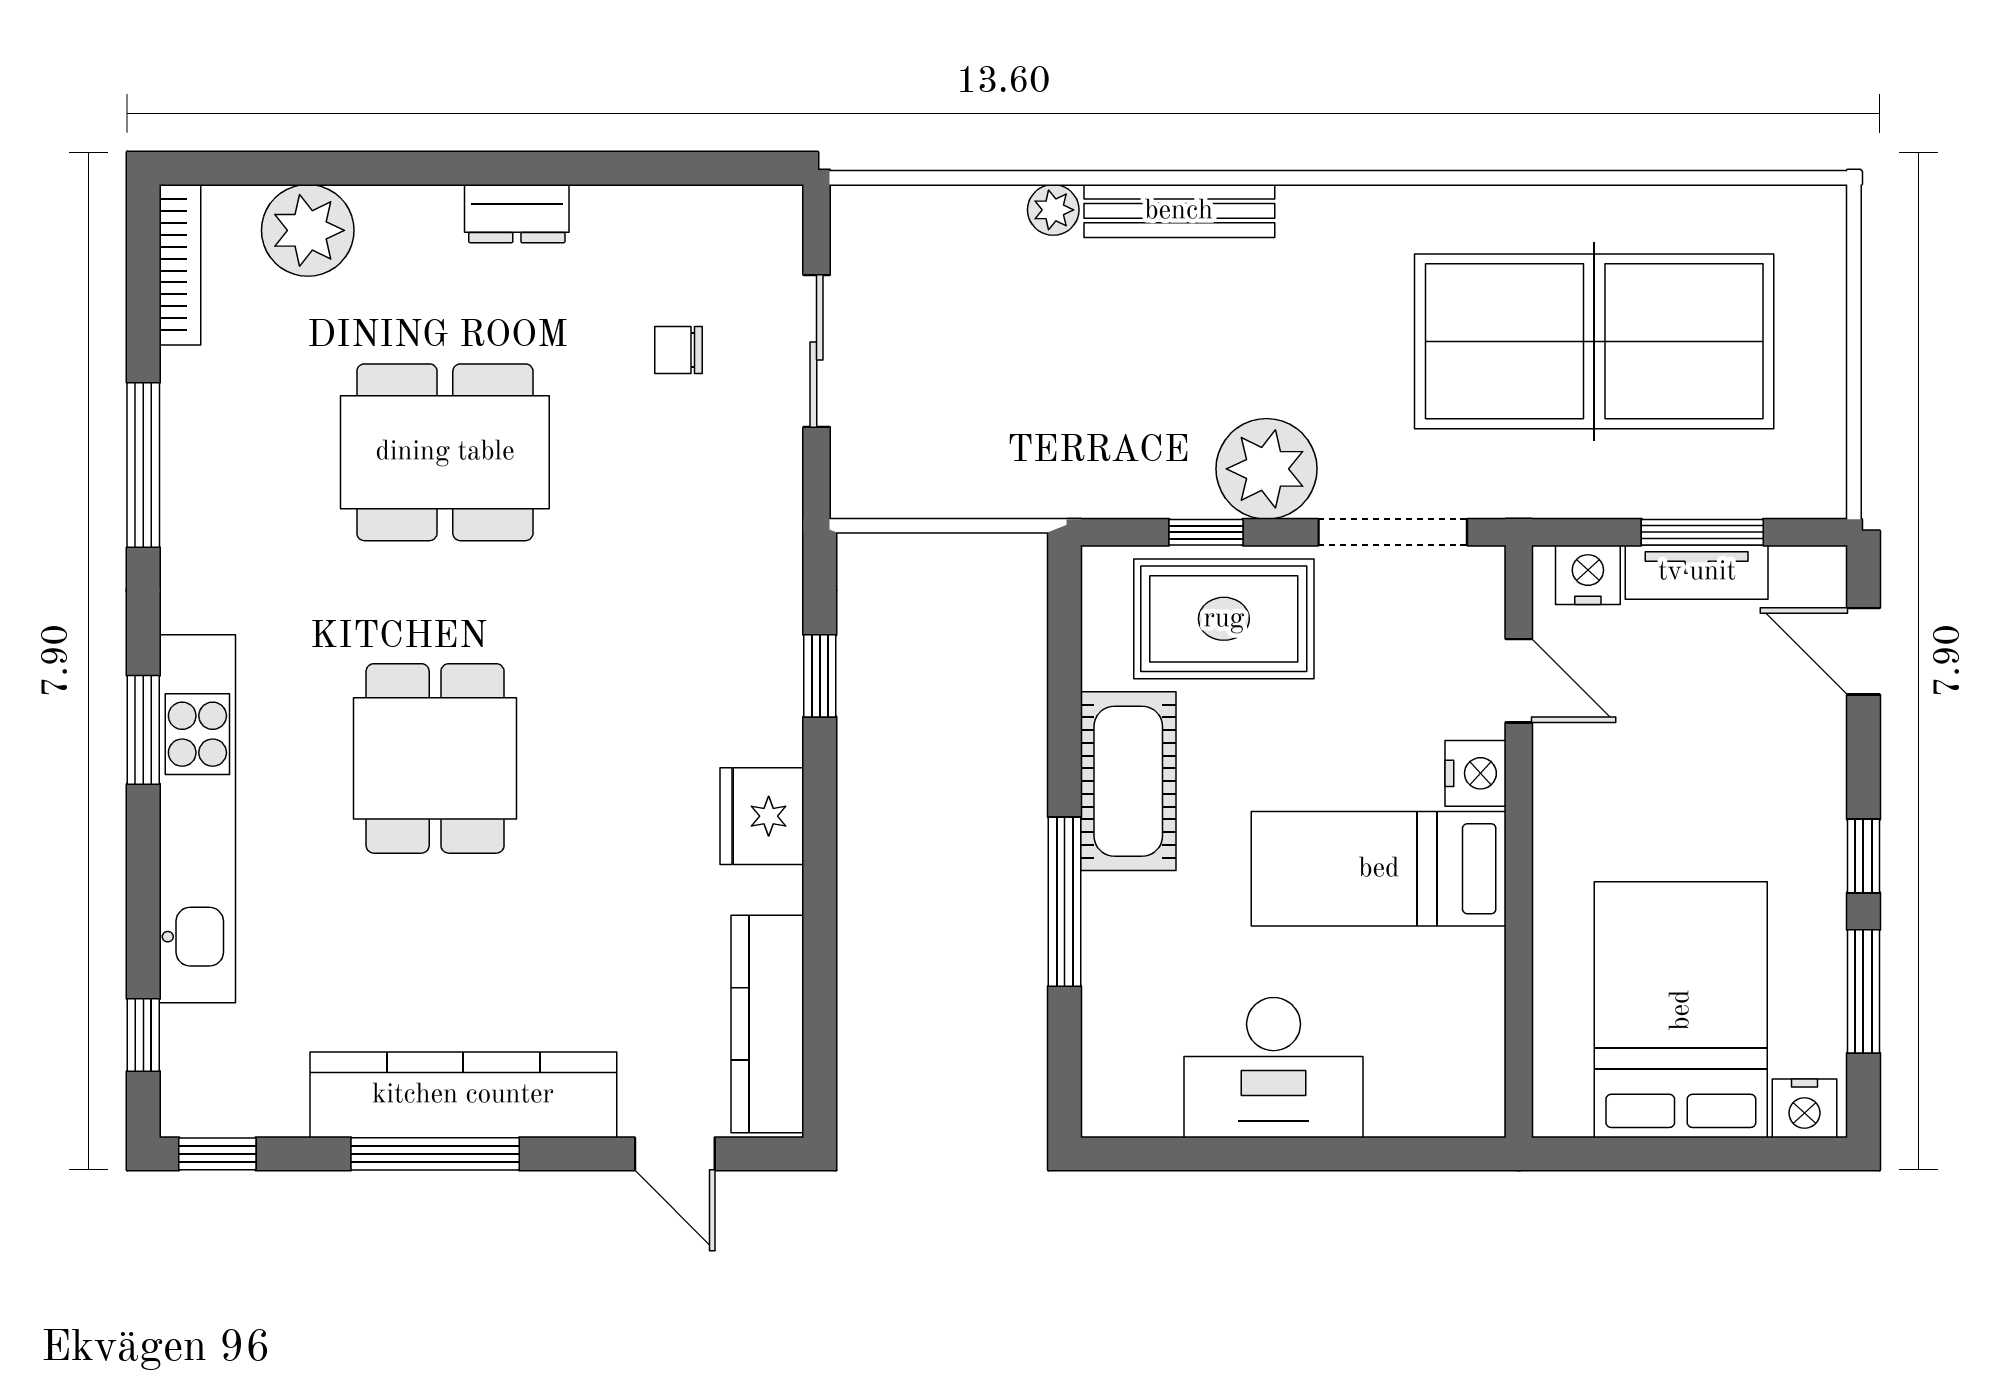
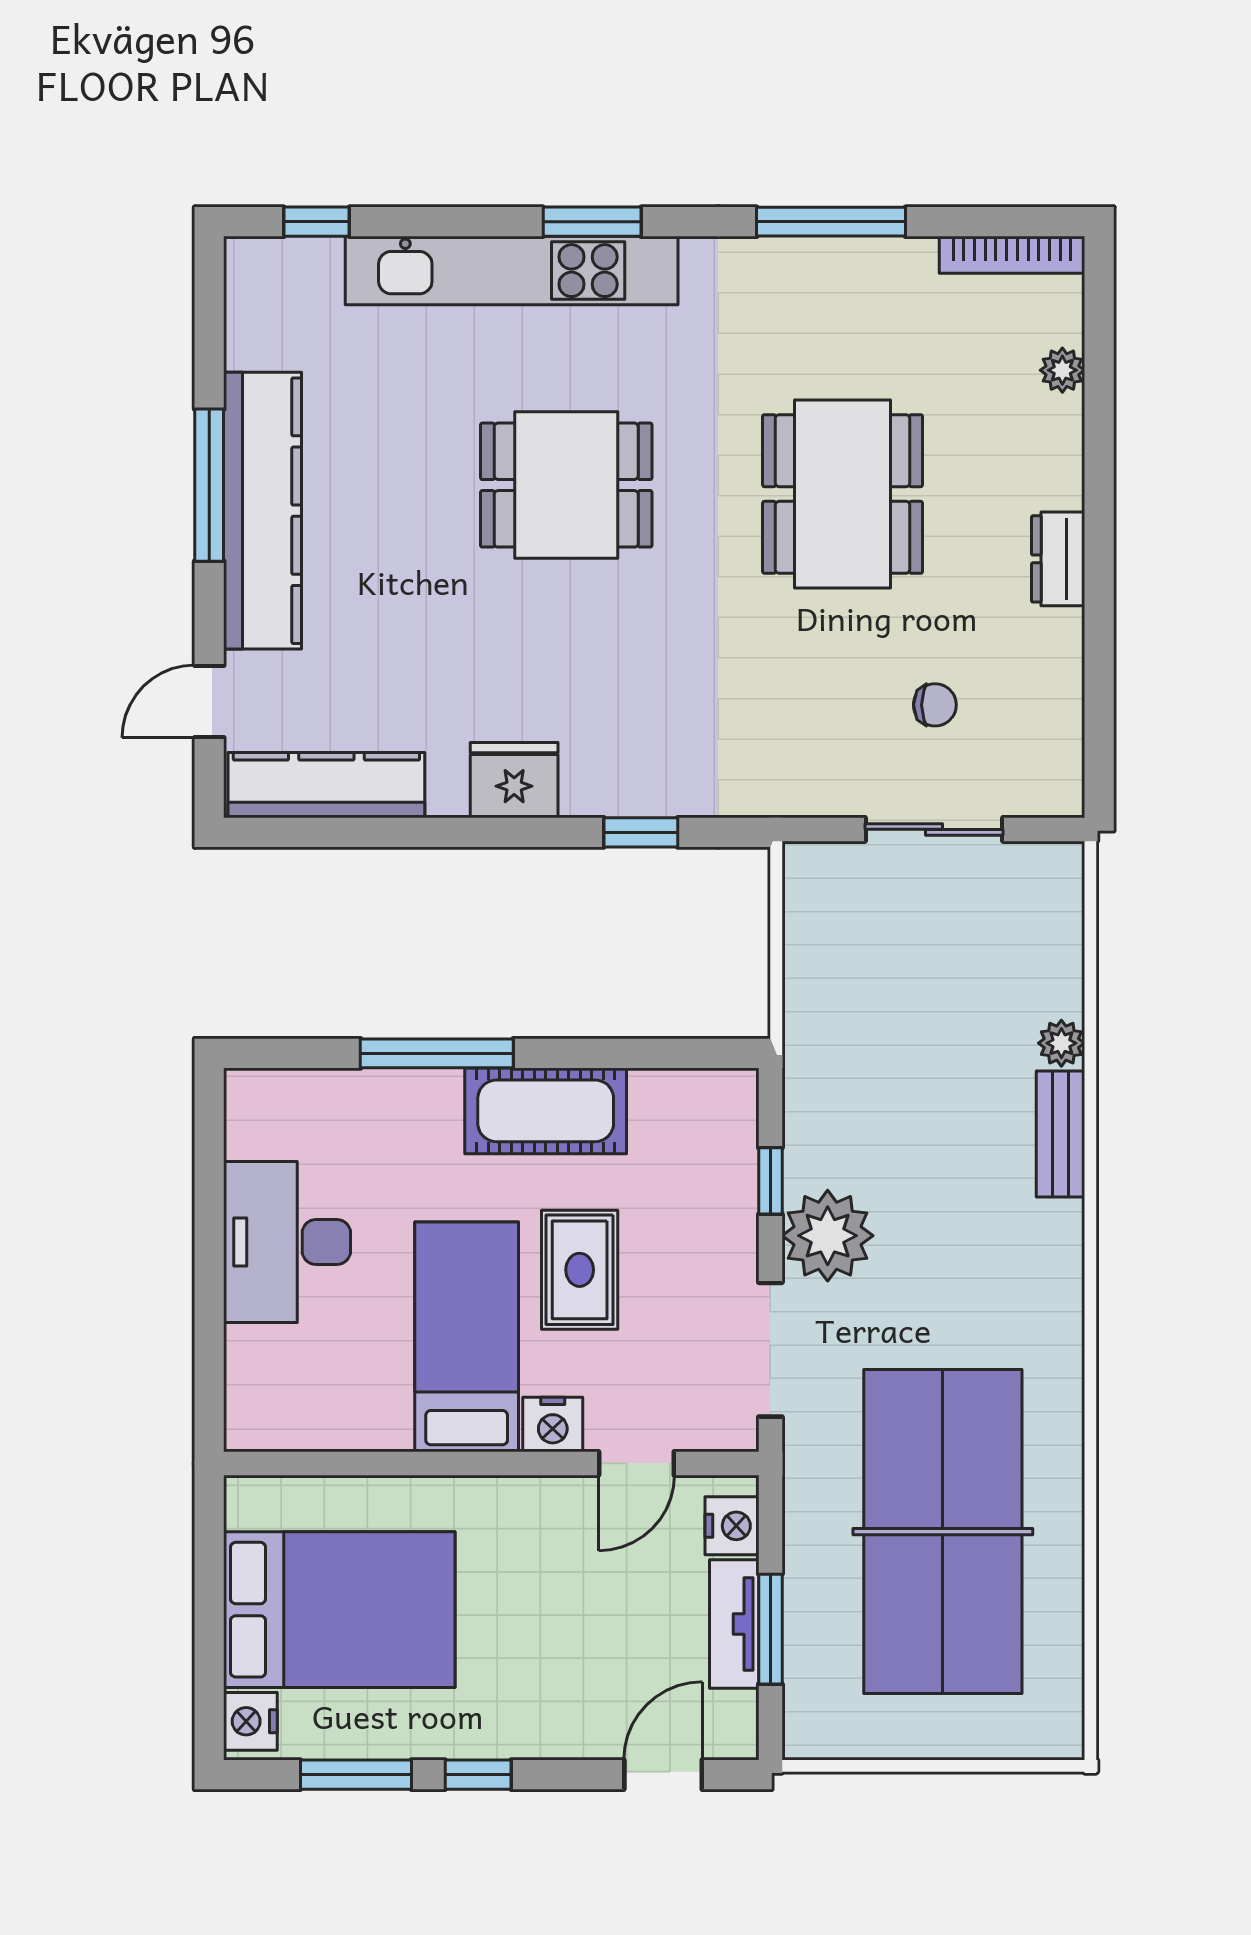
bench: (1179, 211) -> (1060, 1134), width x0.73
plant: (308, 230) -> (1062, 370), width x0.53, depth x0.53
chair: (679, 350) -> (935, 705), turned 90
rug: (1224, 619) -> (580, 1270), moved, width x0.73, depth x0.70
window: (217, 1154) -> (209, 289), removed

